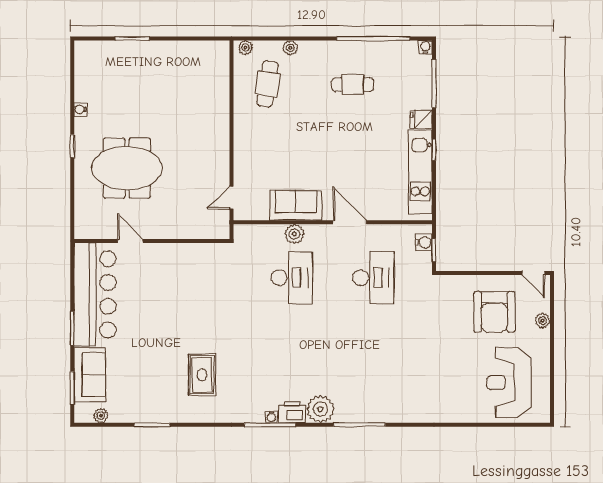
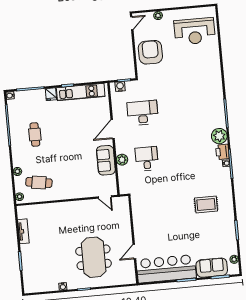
tv unit: (184, 49) -> (23, 231), added
desk: (292, 278) -> (147, 159), width x0.73
armchair: (494, 312) -> (150, 52), moved, turned -90

